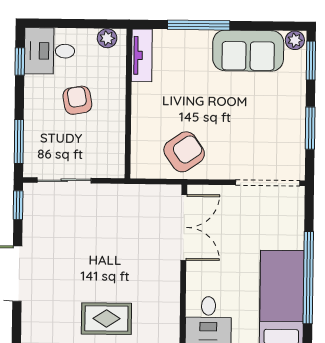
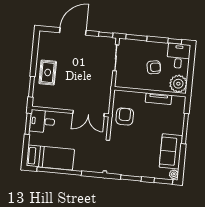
plant: (107, 38) -> (178, 84), width x1.88, depth x1.88
tv unit: (142, 55) -> (158, 99), moved
armchair: (184, 152) -> (125, 117), turned -145

